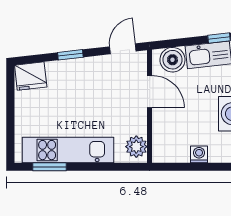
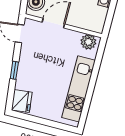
window: (50, 167) -> (87, 104), removed

